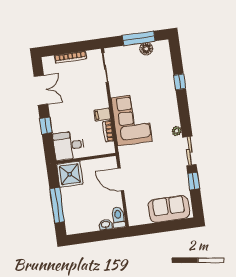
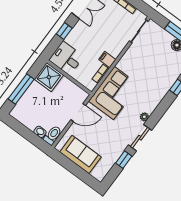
corner sofa: (132, 119) -> (114, 93), moved
door: (121, 179) -> (78, 113), swing flipped
sofa: (169, 209) -> (80, 154), moved

